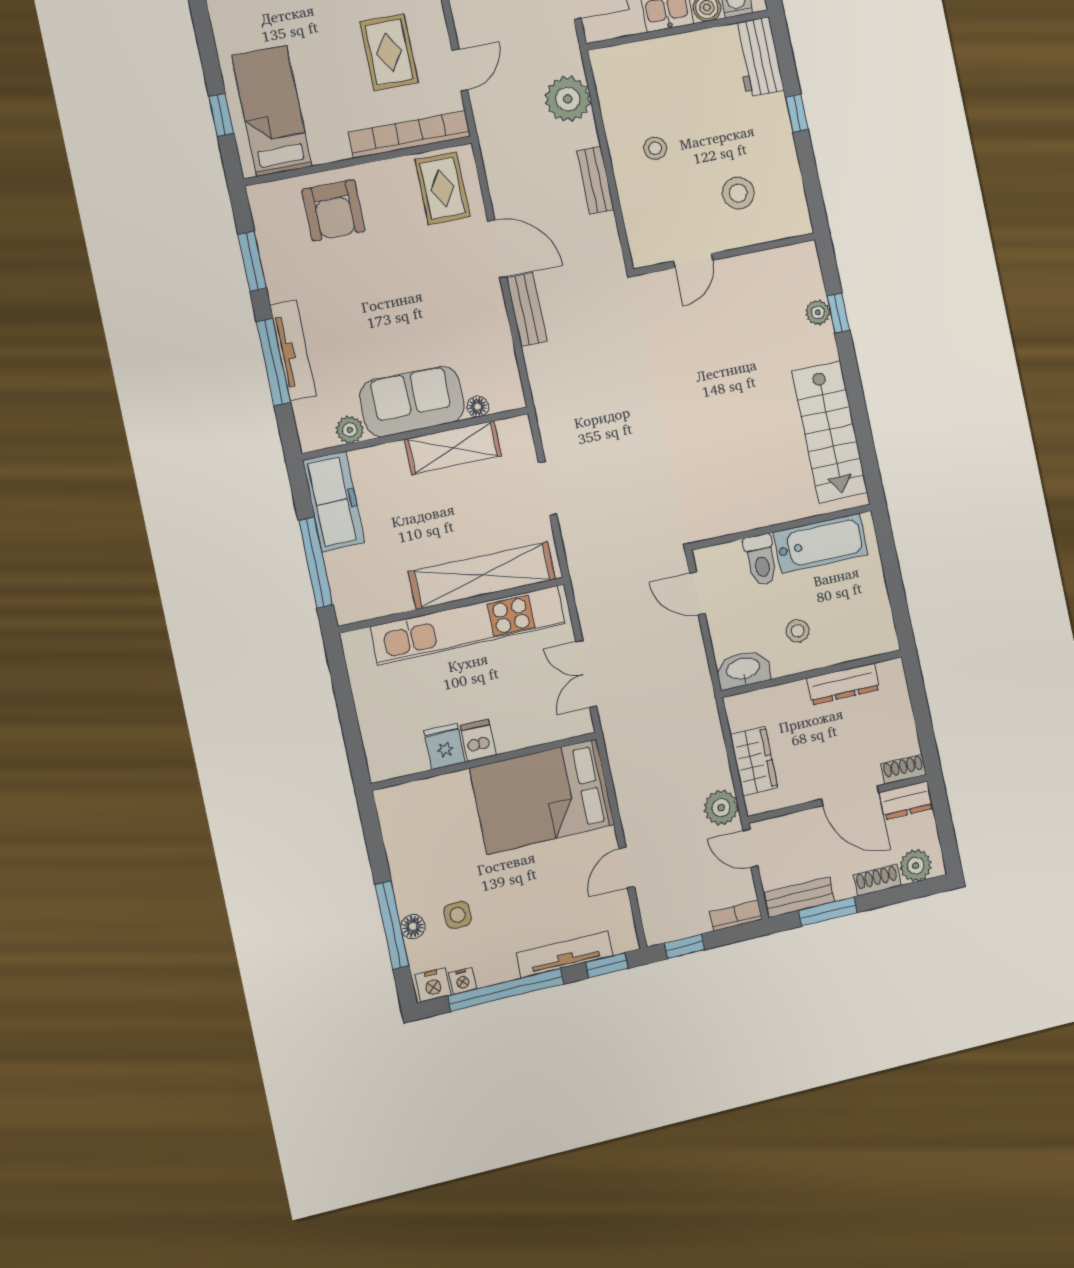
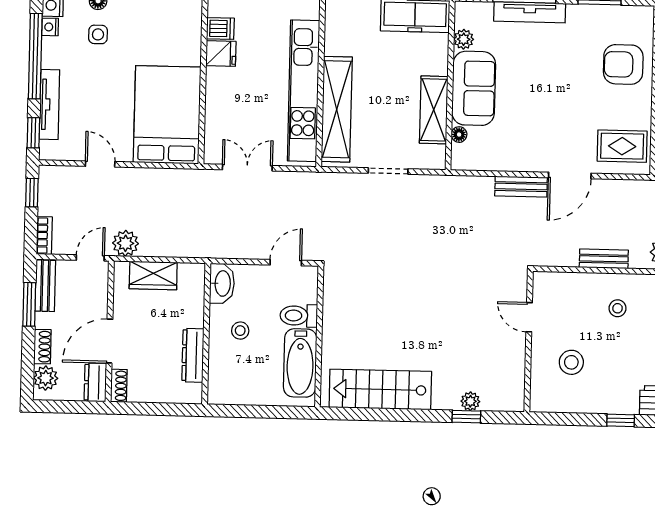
dishwasher: (478, 740) -> (220, 29), moved

